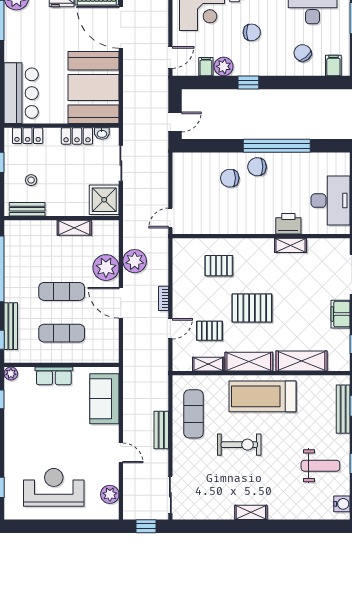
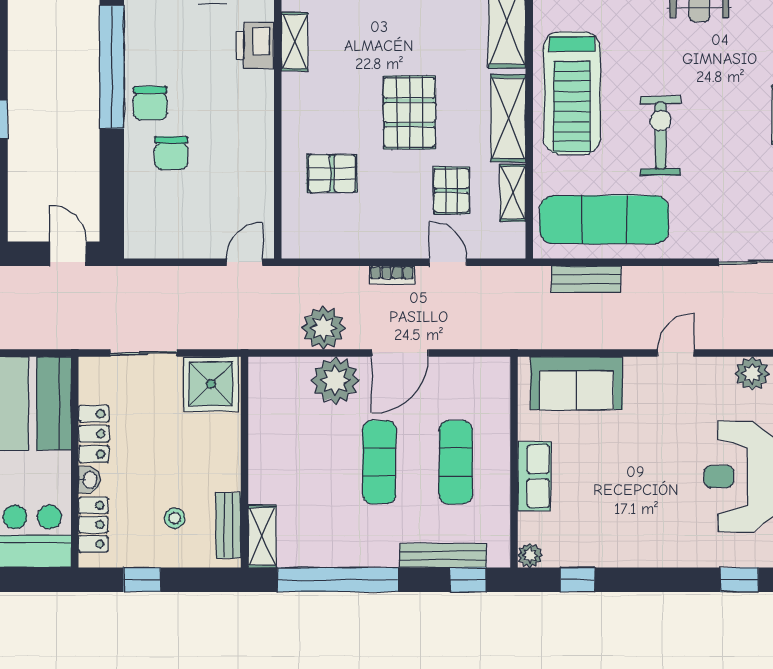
washbasin: (102, 134) -> (89, 480), moved
door: (170, 218) -> (244, 262), swing flipped
shelving: (74, 228) -> (262, 536), moved
pallet: (219, 266) -> (332, 173), turned 90
exercise mat: (194, 414) -> (604, 220), width x1.36, depth x1.45
bench: (161, 430) -> (586, 279), moved

